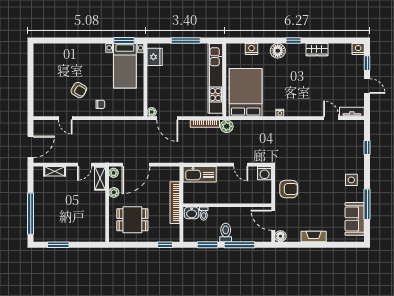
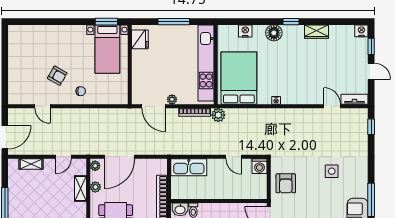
plant: (152, 112) -> (172, 99), moved
window: (367, 147) -> (371, 127), moved
shelving: (100, 178) -> (80, 188), moved
side table: (351, 180) -> (332, 171), moved
armchair: (289, 189) -> (286, 183), turned 90

